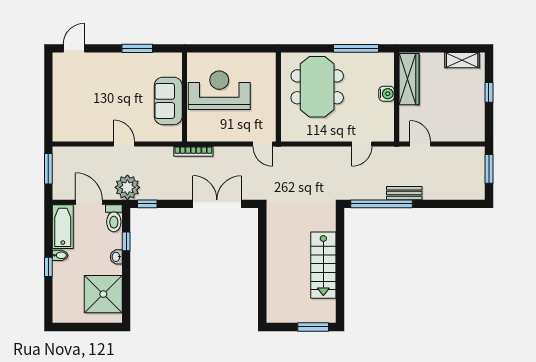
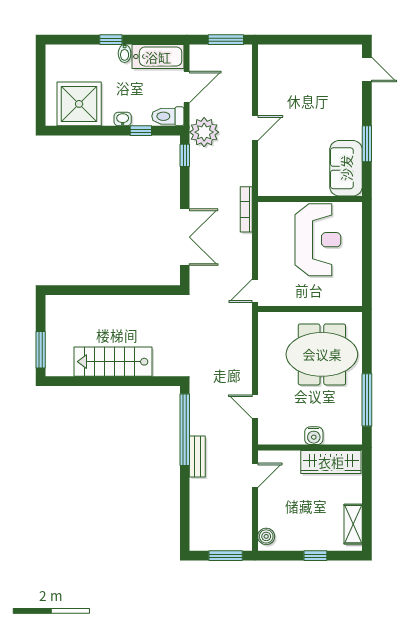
sofa: (168, 101) -> (346, 168), moved, turned -90
boiler: (473, 134) -> (266, 536), added

